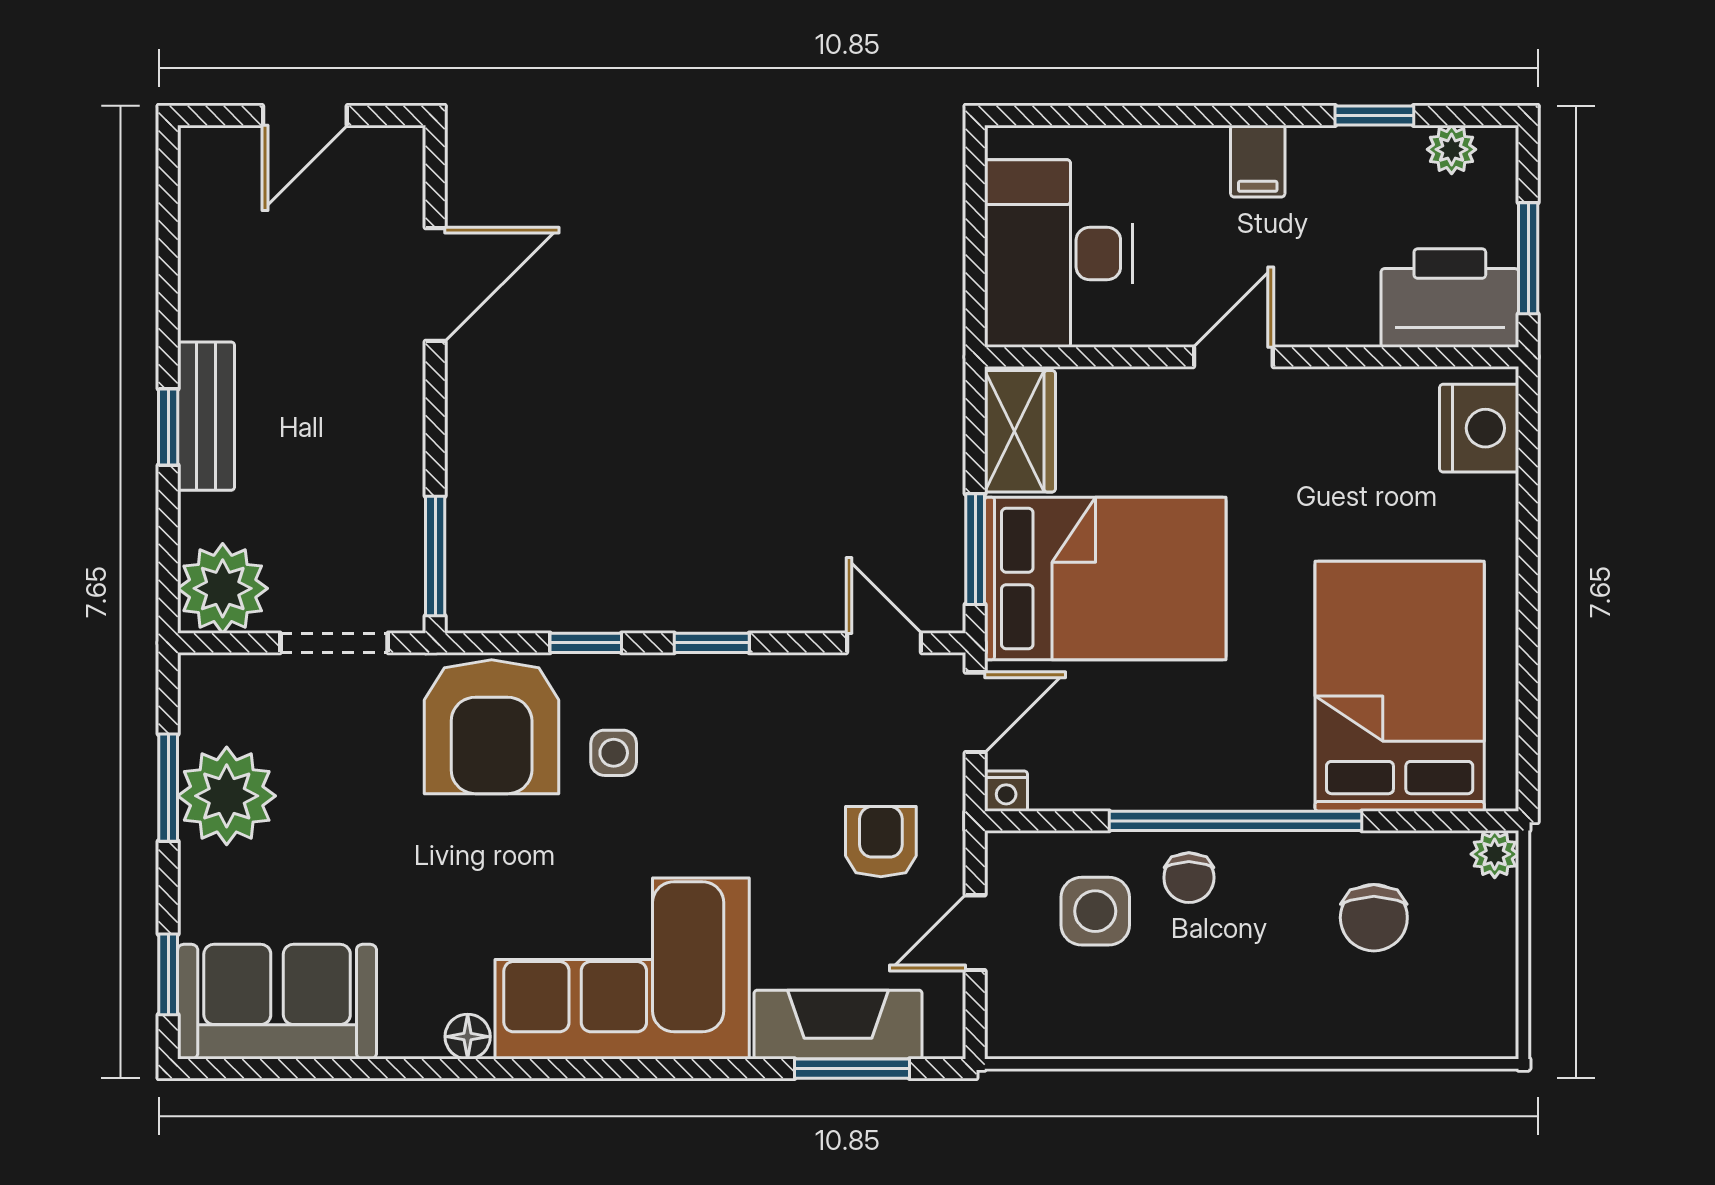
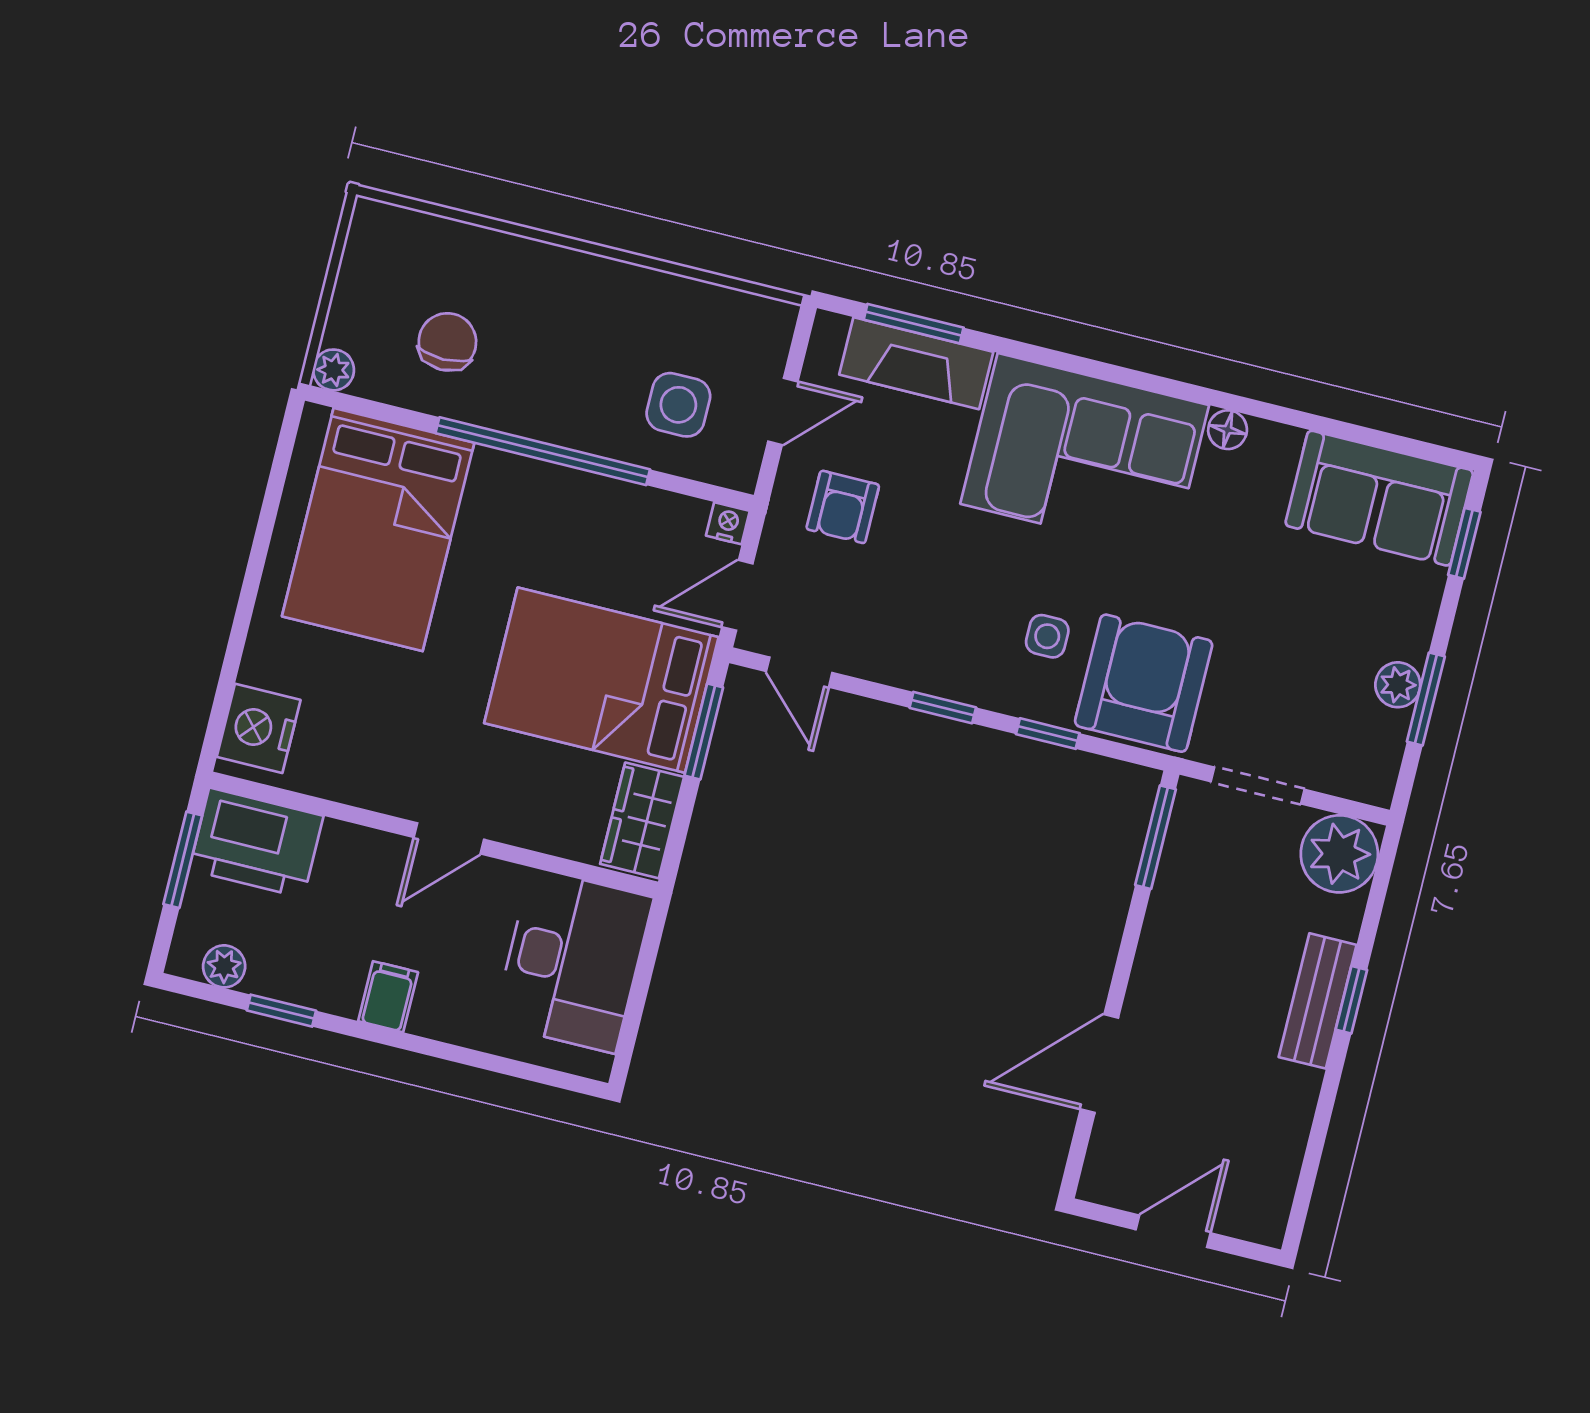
plant: (227, 796) -> (1398, 685), width x0.53, depth x0.53
chair: (1189, 878) -> (593, 413), removed

